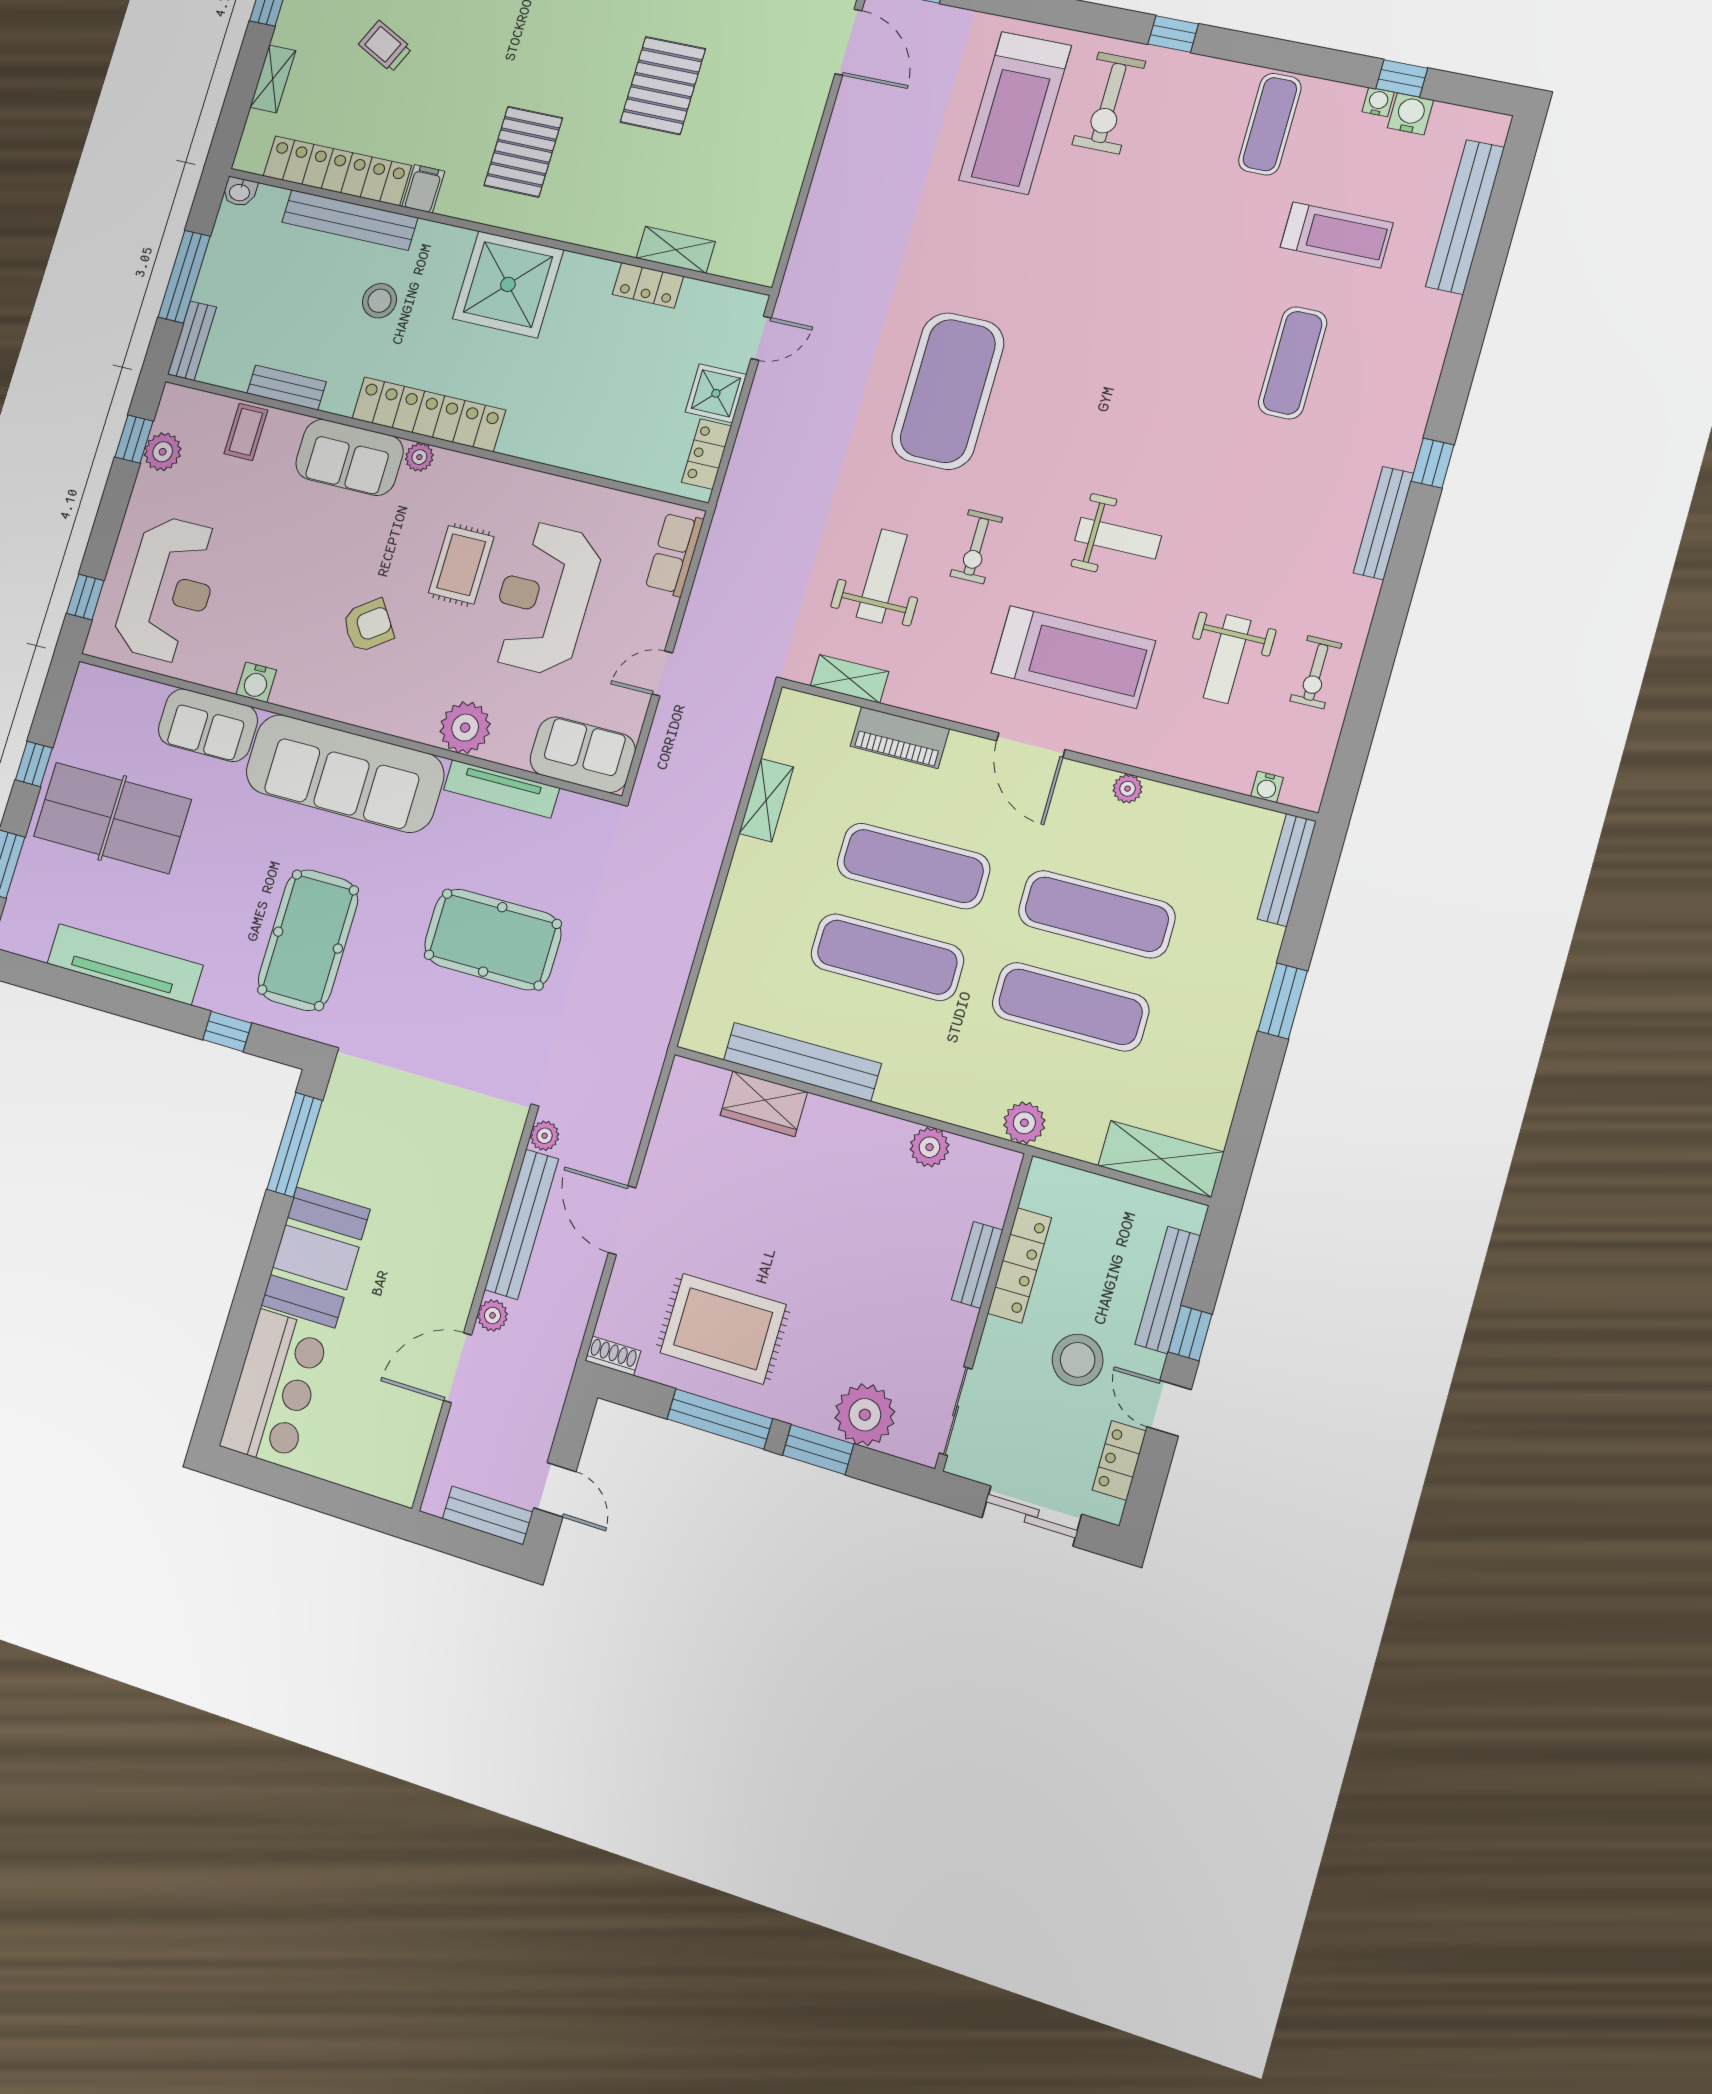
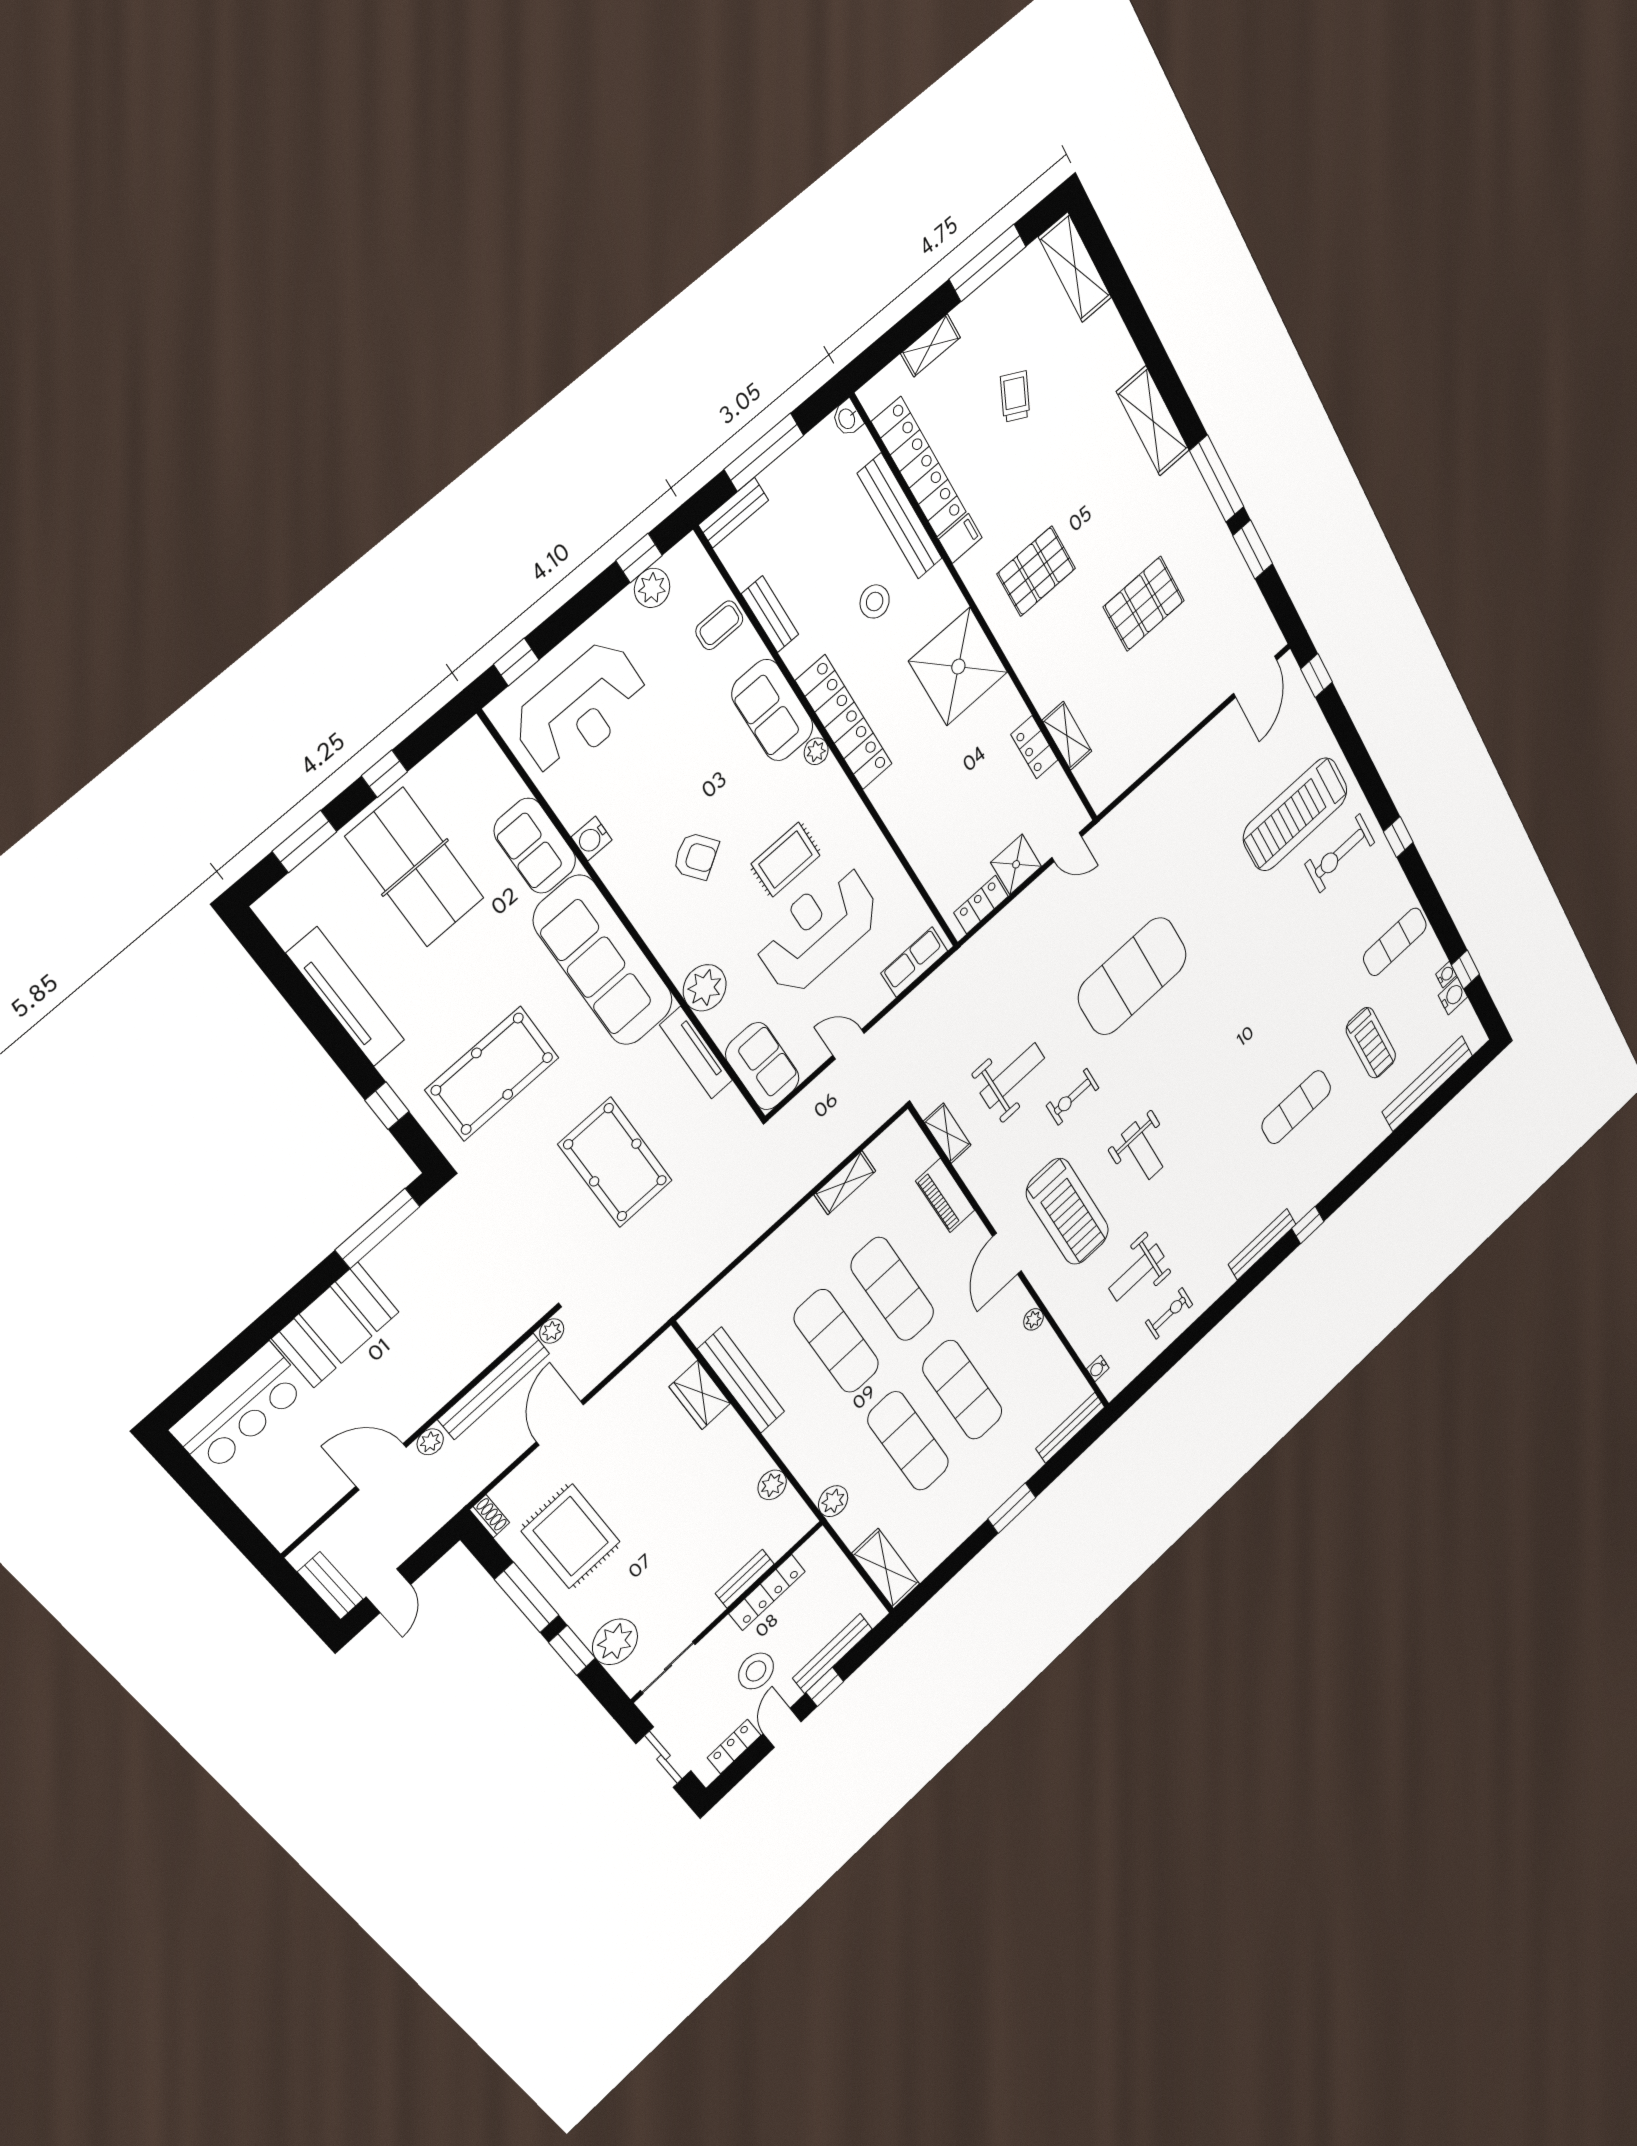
exercise bike: (1316, 672) -> (1169, 1313), turned 180

